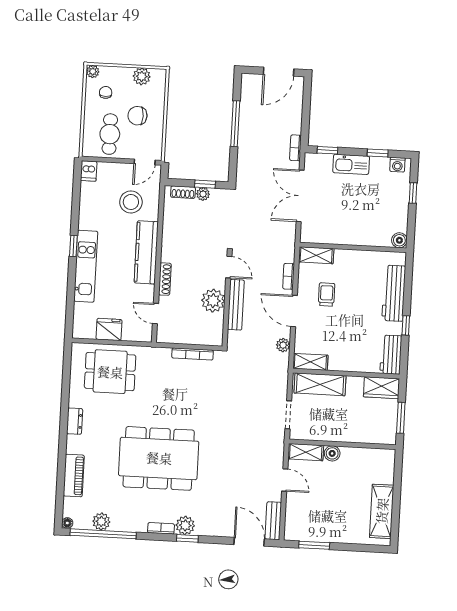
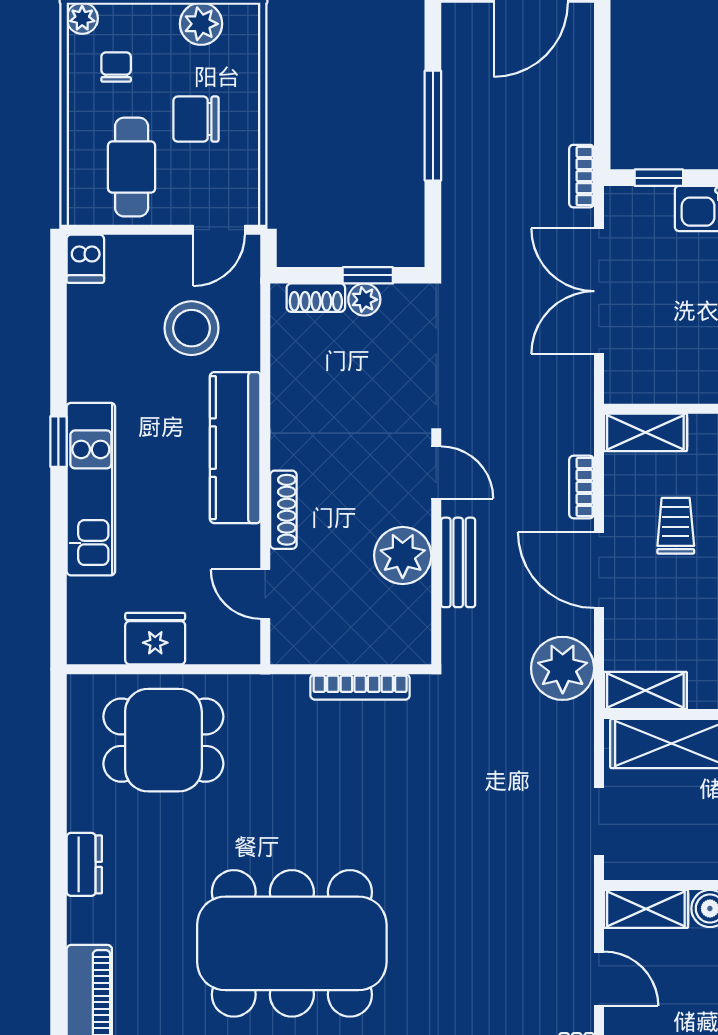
bench: (236, 305) -> (458, 562), width x0.73
plant: (283, 345) -> (563, 668), width x1.87, depth x1.87

